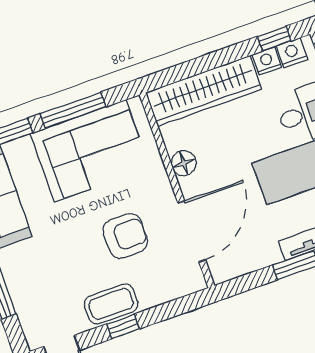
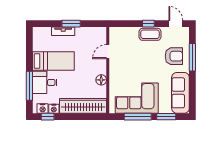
door: (192, 232) -> (108, 52), width x0.53
armchair: (125, 236) -> (174, 56), moved, turned 180

